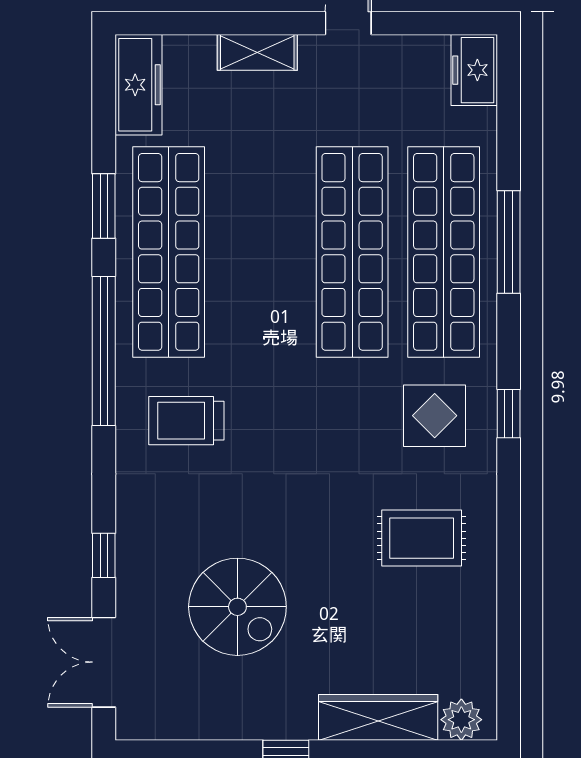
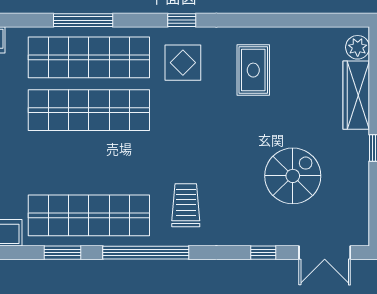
trolley: (186, 421) -> (186, 205), turned 180

